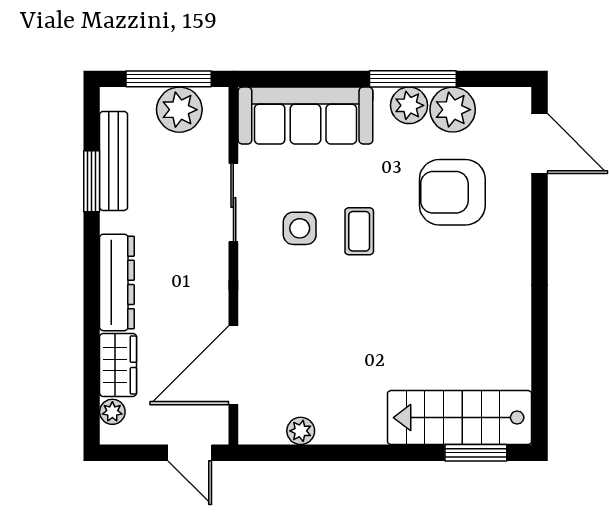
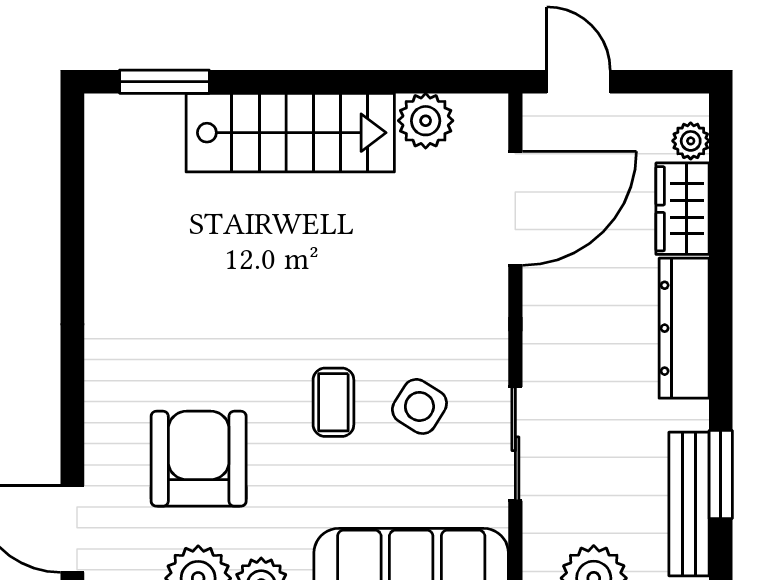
armchair: (452, 192) -> (199, 459), turned -90
side table: (300, 228) -> (419, 406), turned 32
stairs: (460, 418) -> (290, 133), moved
plant: (301, 431) -> (426, 121), width x1.38, depth x1.38

